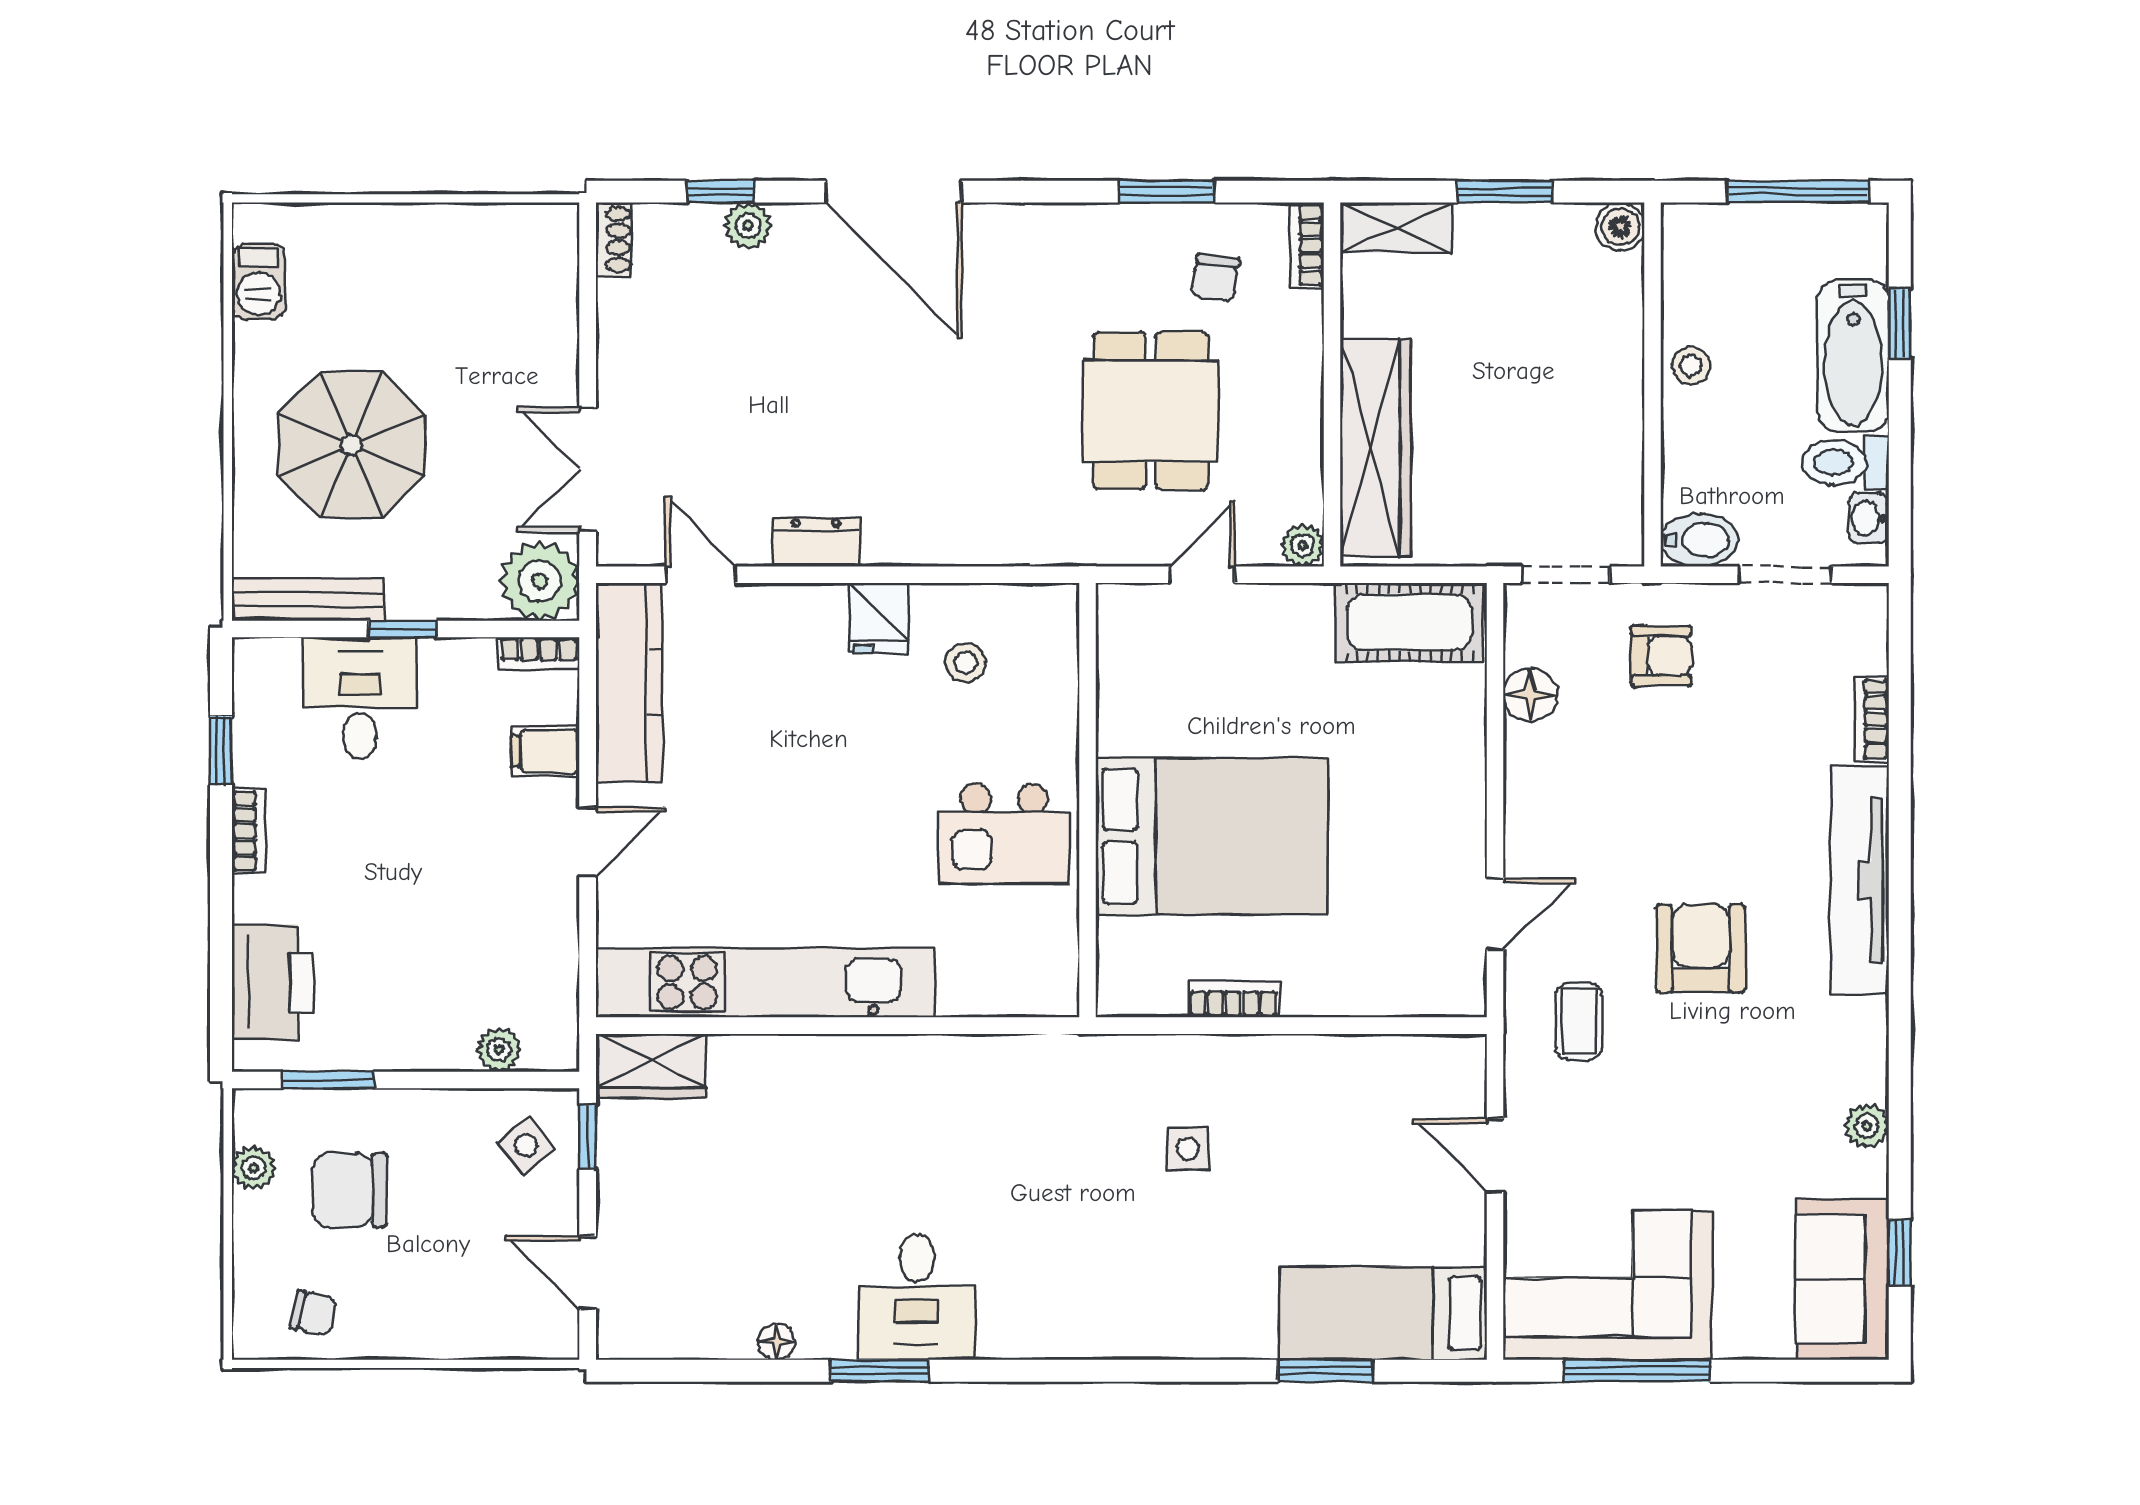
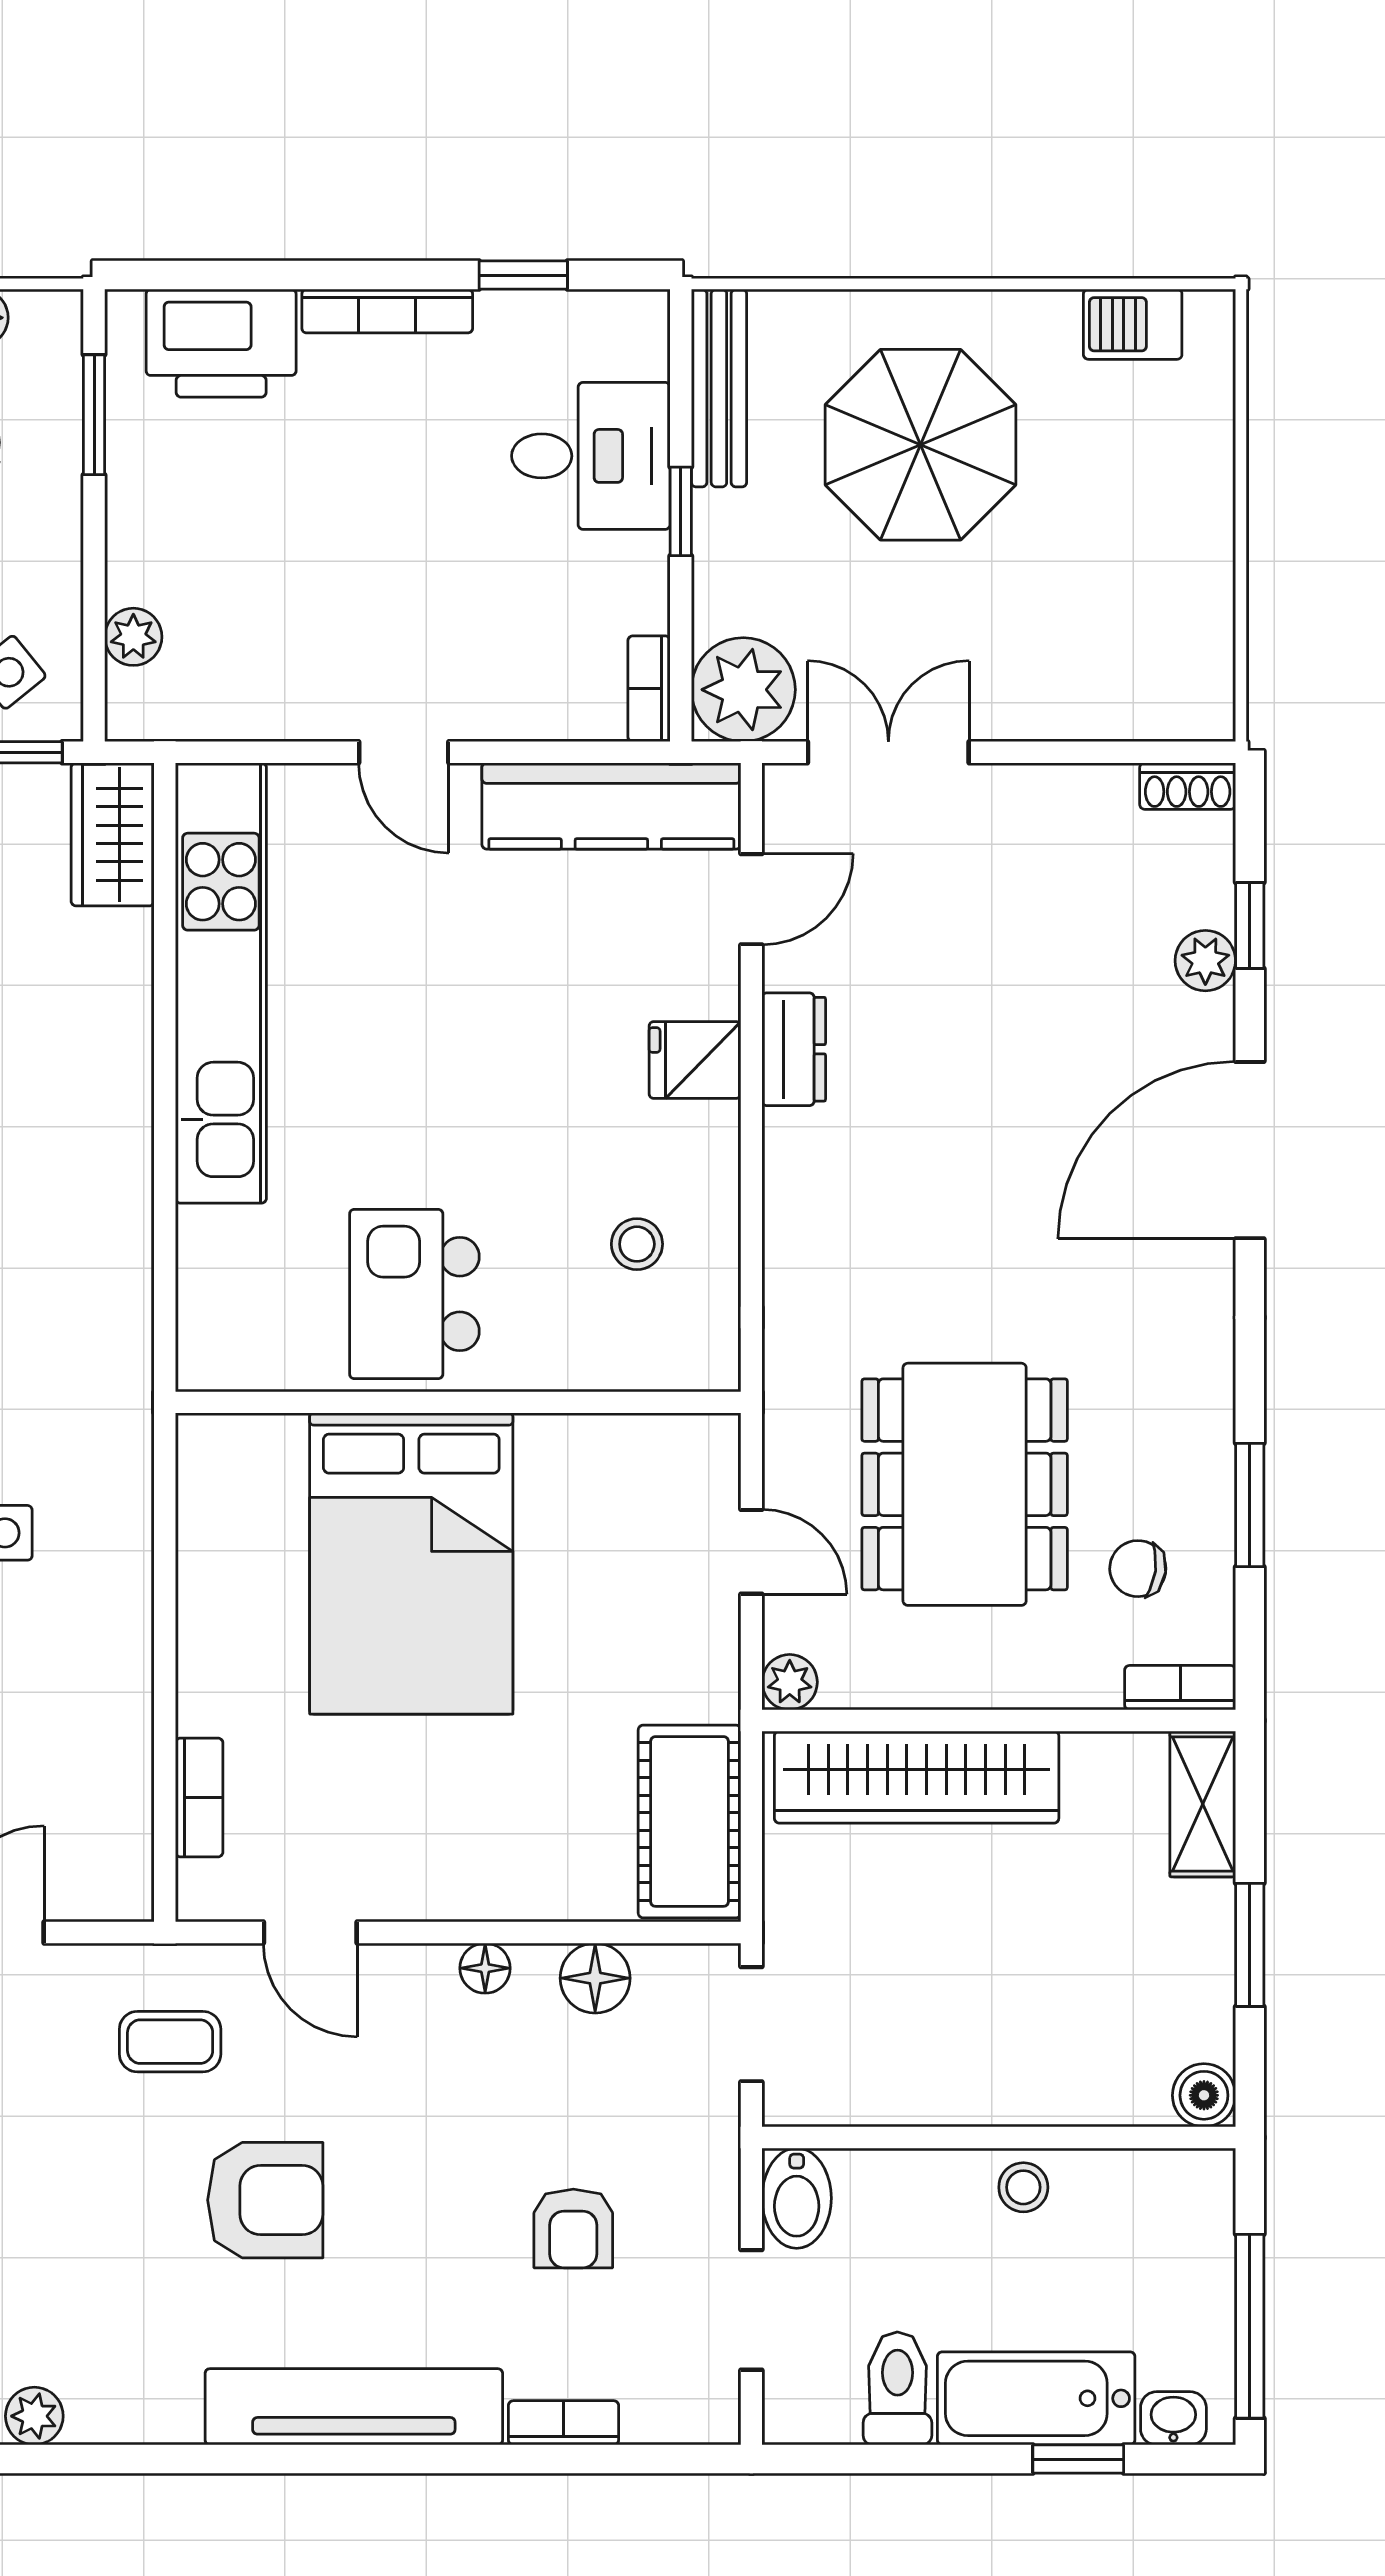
dining table: (1150, 411) -> (965, 1484), width x1.38
washbasin: (1868, 518) -> (1173, 2418), moved
fridge: (878, 618) -> (695, 1060), moved
armchair: (1661, 656) -> (573, 2228), moved
filing cabinet: (545, 751) -> (522, 697), removed
floor lamp: (1522, 779) -> (485, 1968), added
bookcase: (249, 831) -> (387, 311), width x1.56
bookcase: (1233, 999) -> (199, 1797), moved

